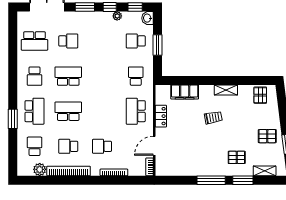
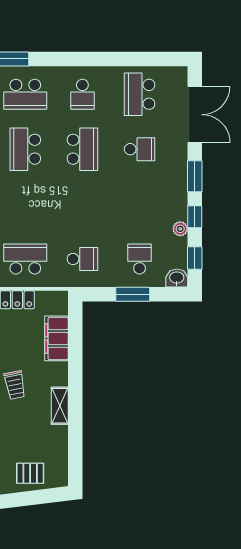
school desk: (68, 41) -> (140, 149), turned -90
school desk: (35, 76) -> (82, 94), turned -90
pallet: (260, 95) -> (30, 473), moved
school desk: (68, 111) -> (25, 149), turned 180

